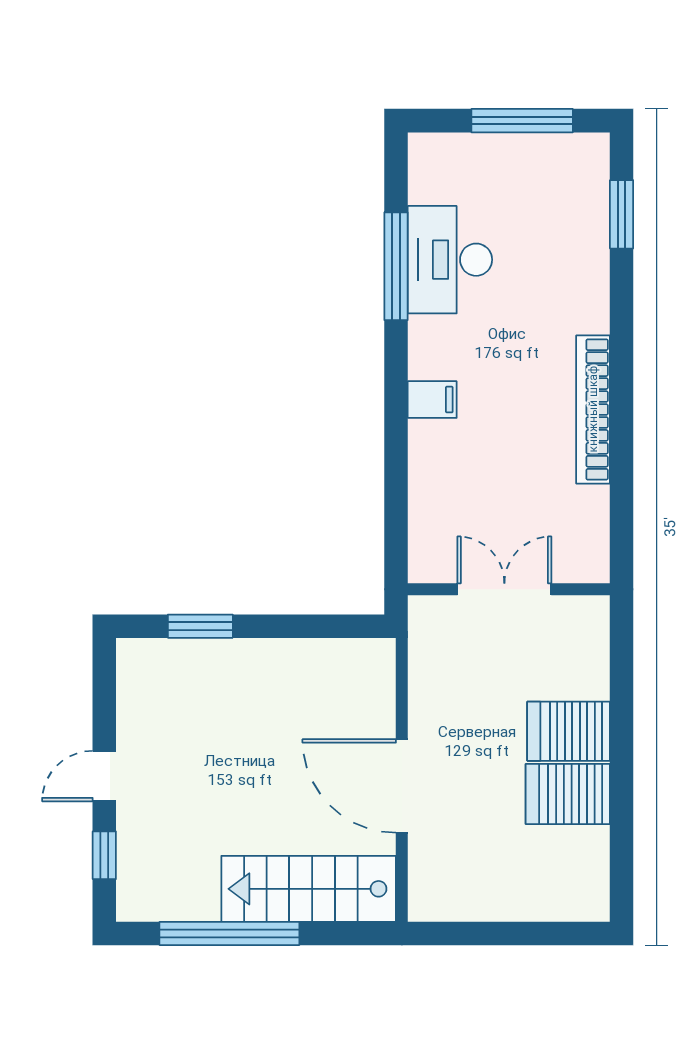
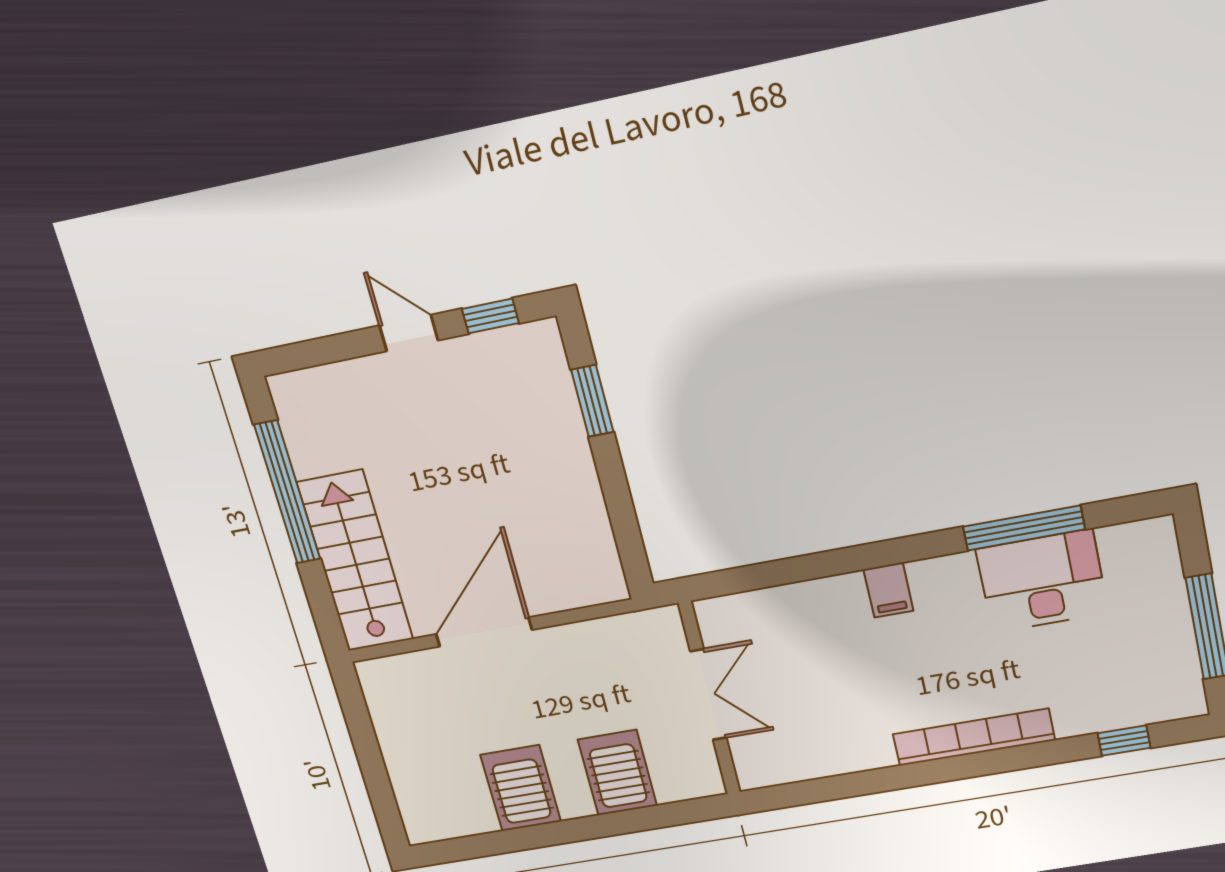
window: (622, 214) -> (1124, 740), width x0.67
bookcase: (593, 409) -> (974, 737), moved
server rack: (569, 731) -> (617, 773), moved
window: (104, 855) -> (490, 316), moved

